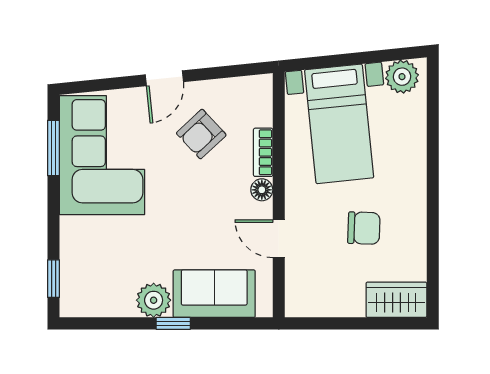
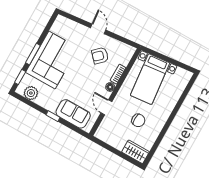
plant: (402, 77) -> (181, 75), removed
door: (164, 78) -> (98, 29), swing flipped
window: (54, 148) -> (33, 54), moved
corner sofa: (102, 155) -> (52, 60), moved
plant: (154, 300) -> (31, 93), moved

